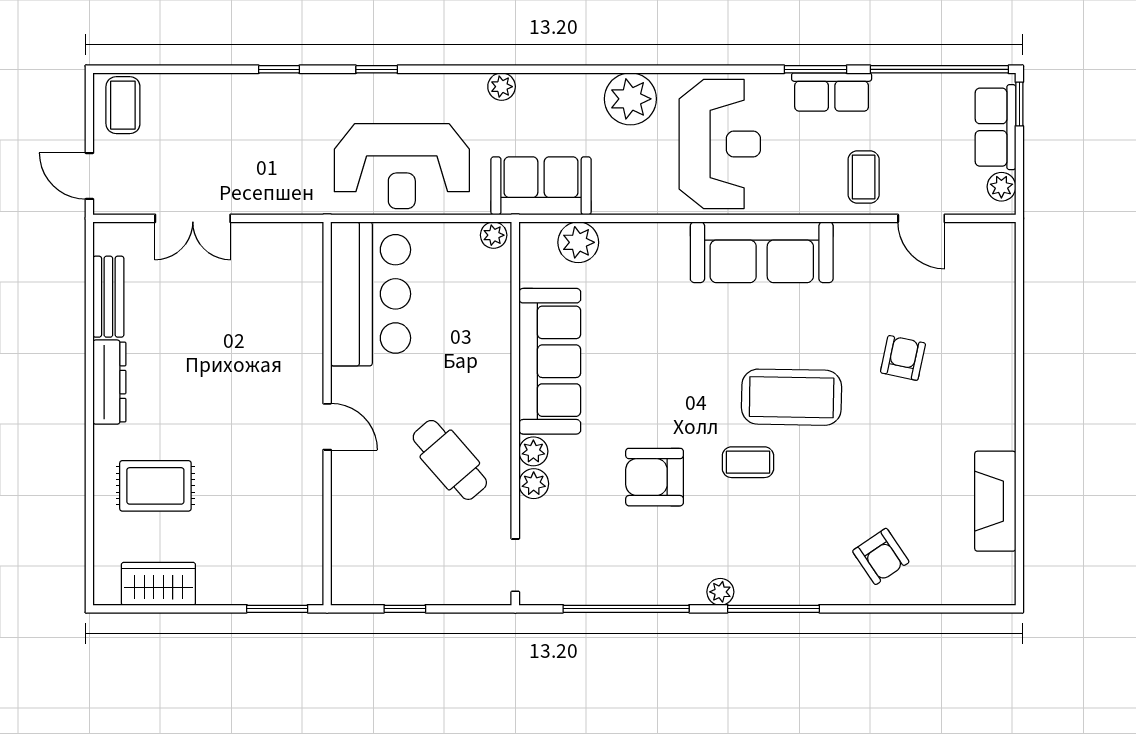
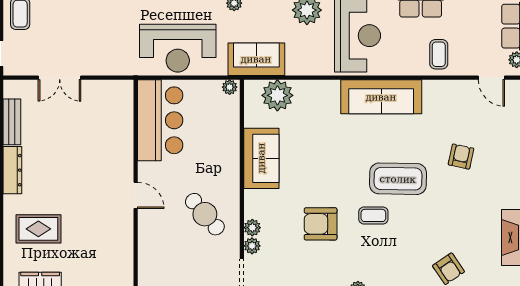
door: (921, 218) -> (491, 78), moved
plant: (578, 242) -> (277, 95), width x1.36, depth x1.36
sofa: (550, 361) -> (261, 158), width x0.73
plant: (533, 451) -> (252, 246), moved

